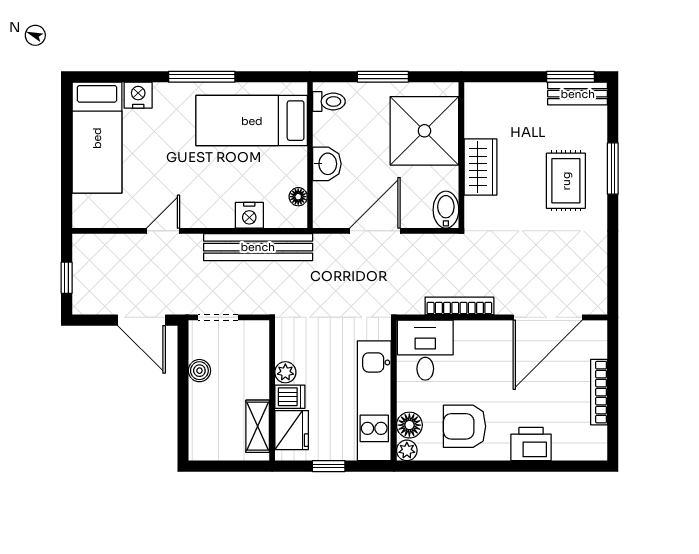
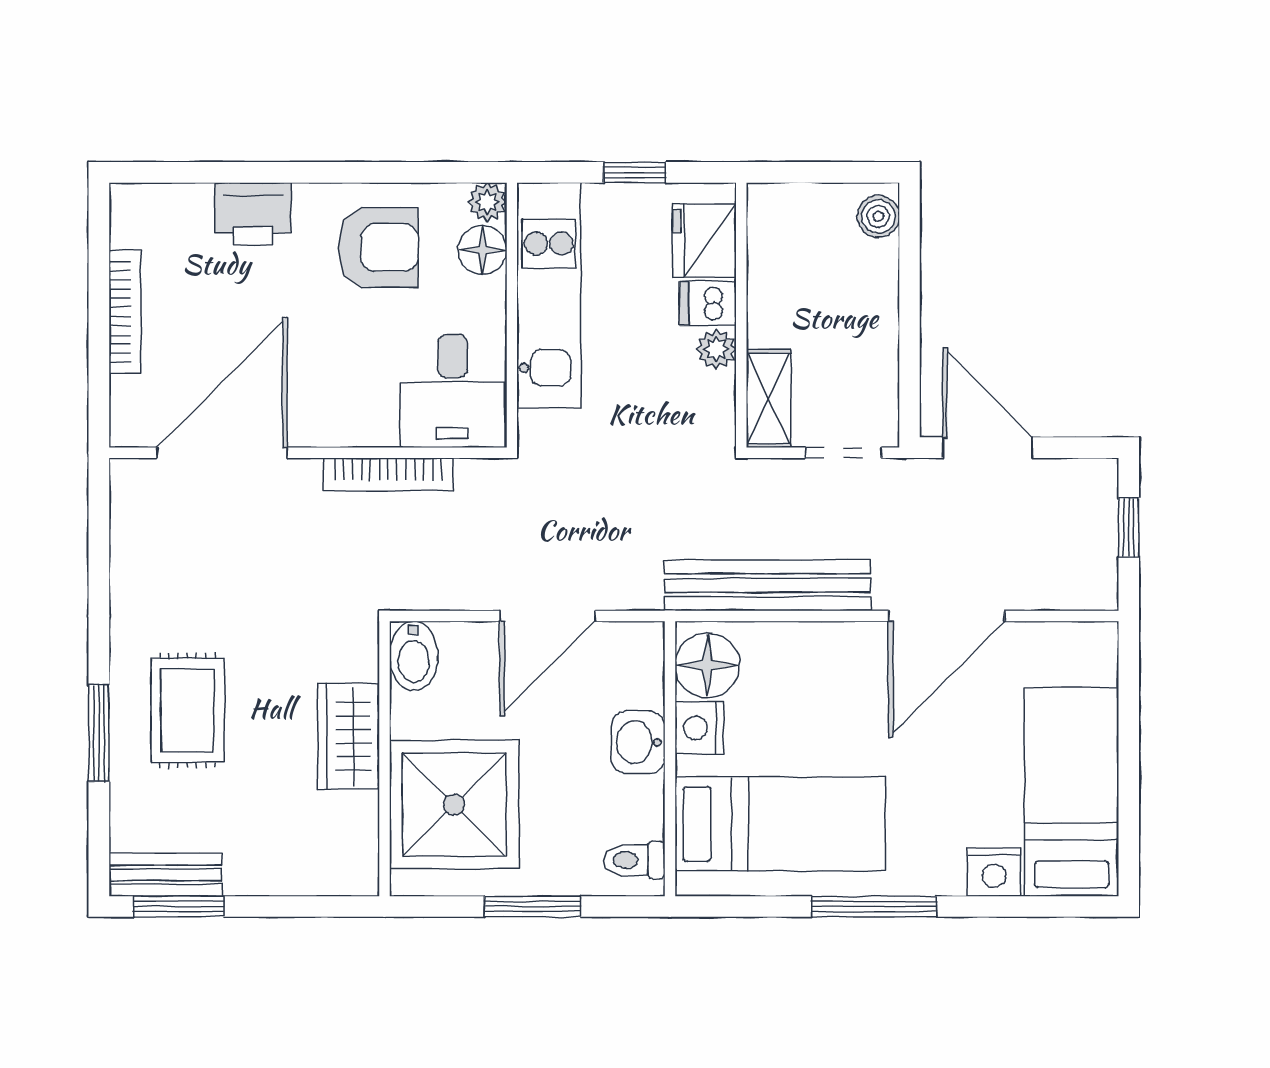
floor lamp: (298, 197) -> (707, 665), width x1.89, depth x1.89
nightstand: (249, 215) -> (699, 728), moved, turned -90
door: (163, 231) -> (947, 616), width x1.88
boiler: (199, 371) -> (878, 216), moved
shelving: (258, 426) -> (769, 399), moved

